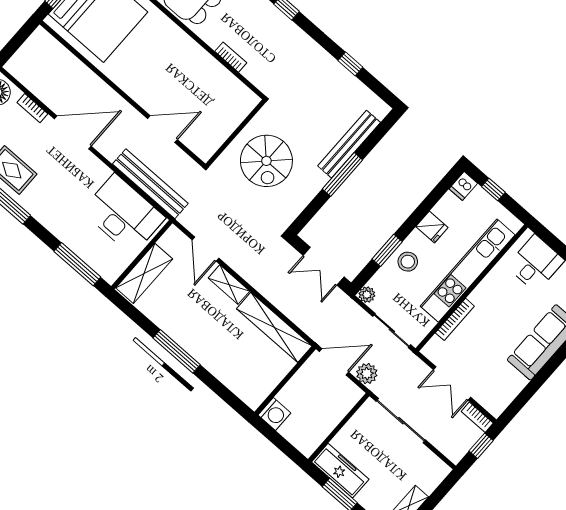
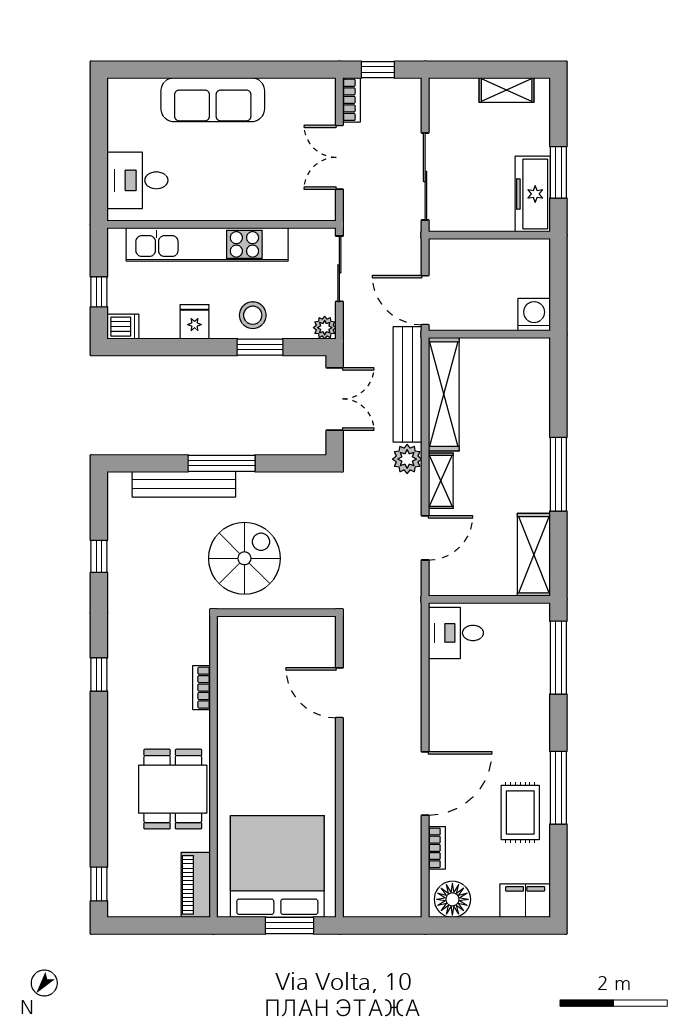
door: (73, 132) -> (425, 783), swing flipped
spiral stairs: (266, 161) -> (244, 558), moved
bench: (150, 184) -> (407, 384), moved
desk: (123, 214) -> (456, 633), width x0.53, depth x0.77
shelving: (144, 273) -> (534, 555), moved, turned 90
bookcase: (455, 319) -> (270, 213), removed
plant: (367, 374) -> (407, 459), moved
double door: (452, 383) -> (339, 157), swing flipped

